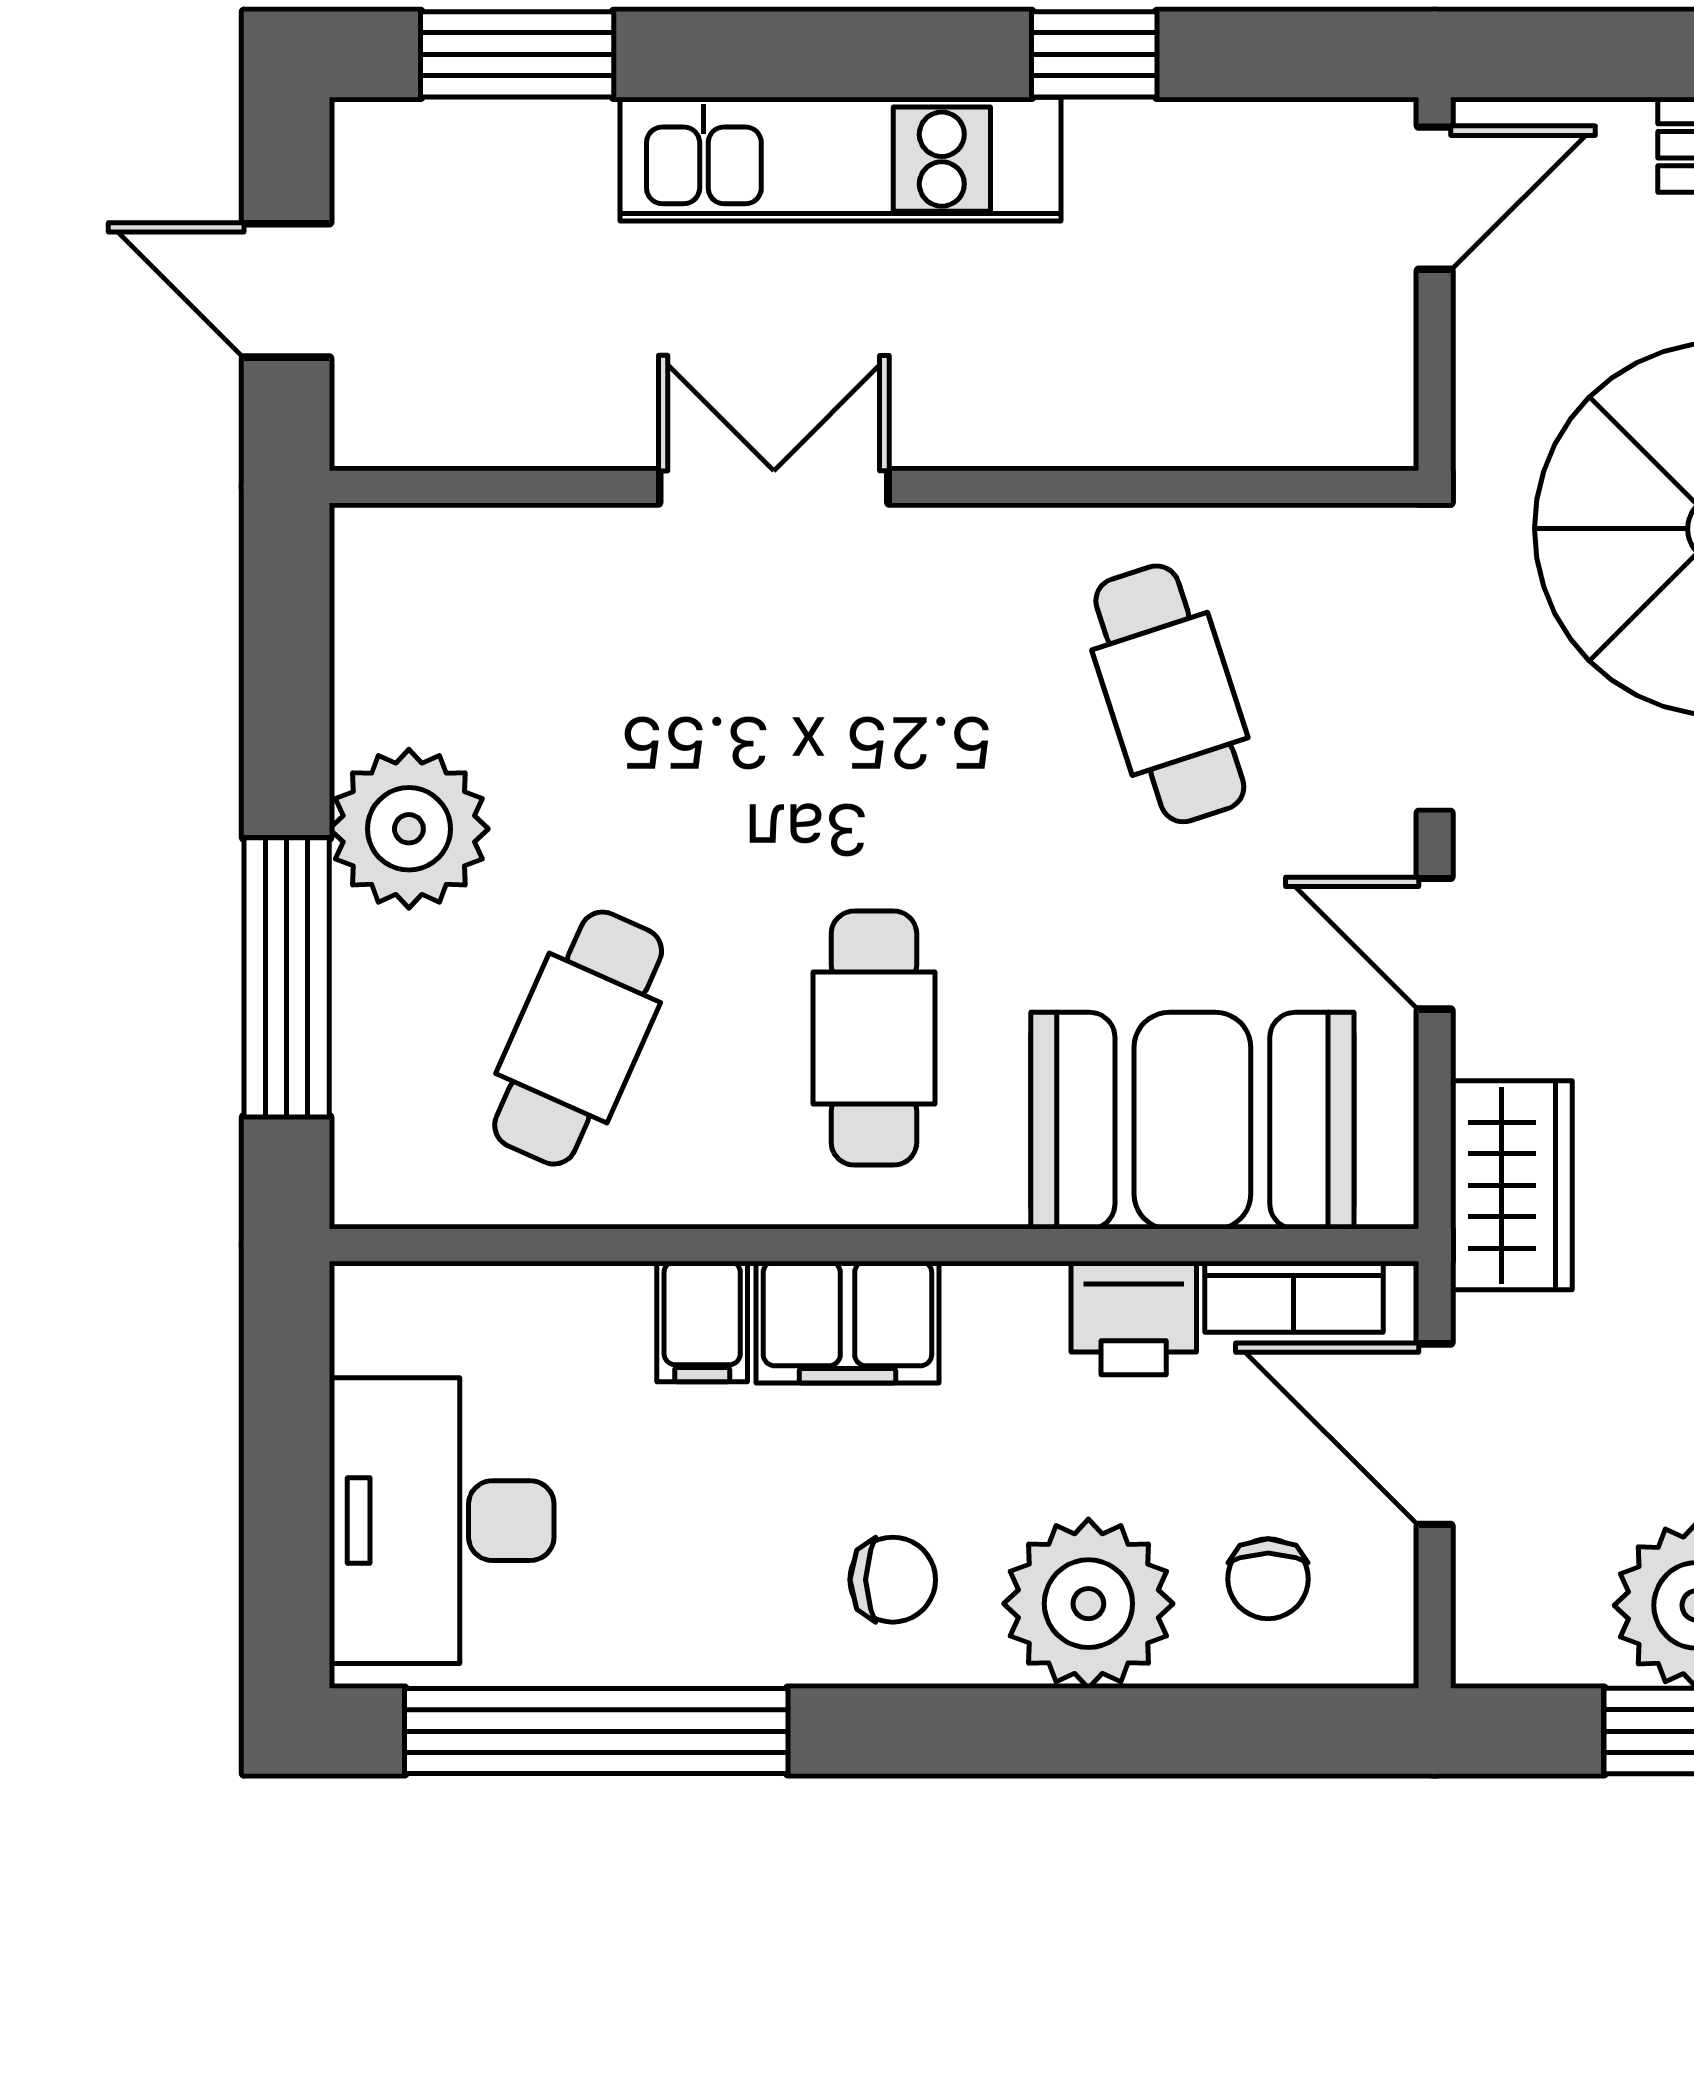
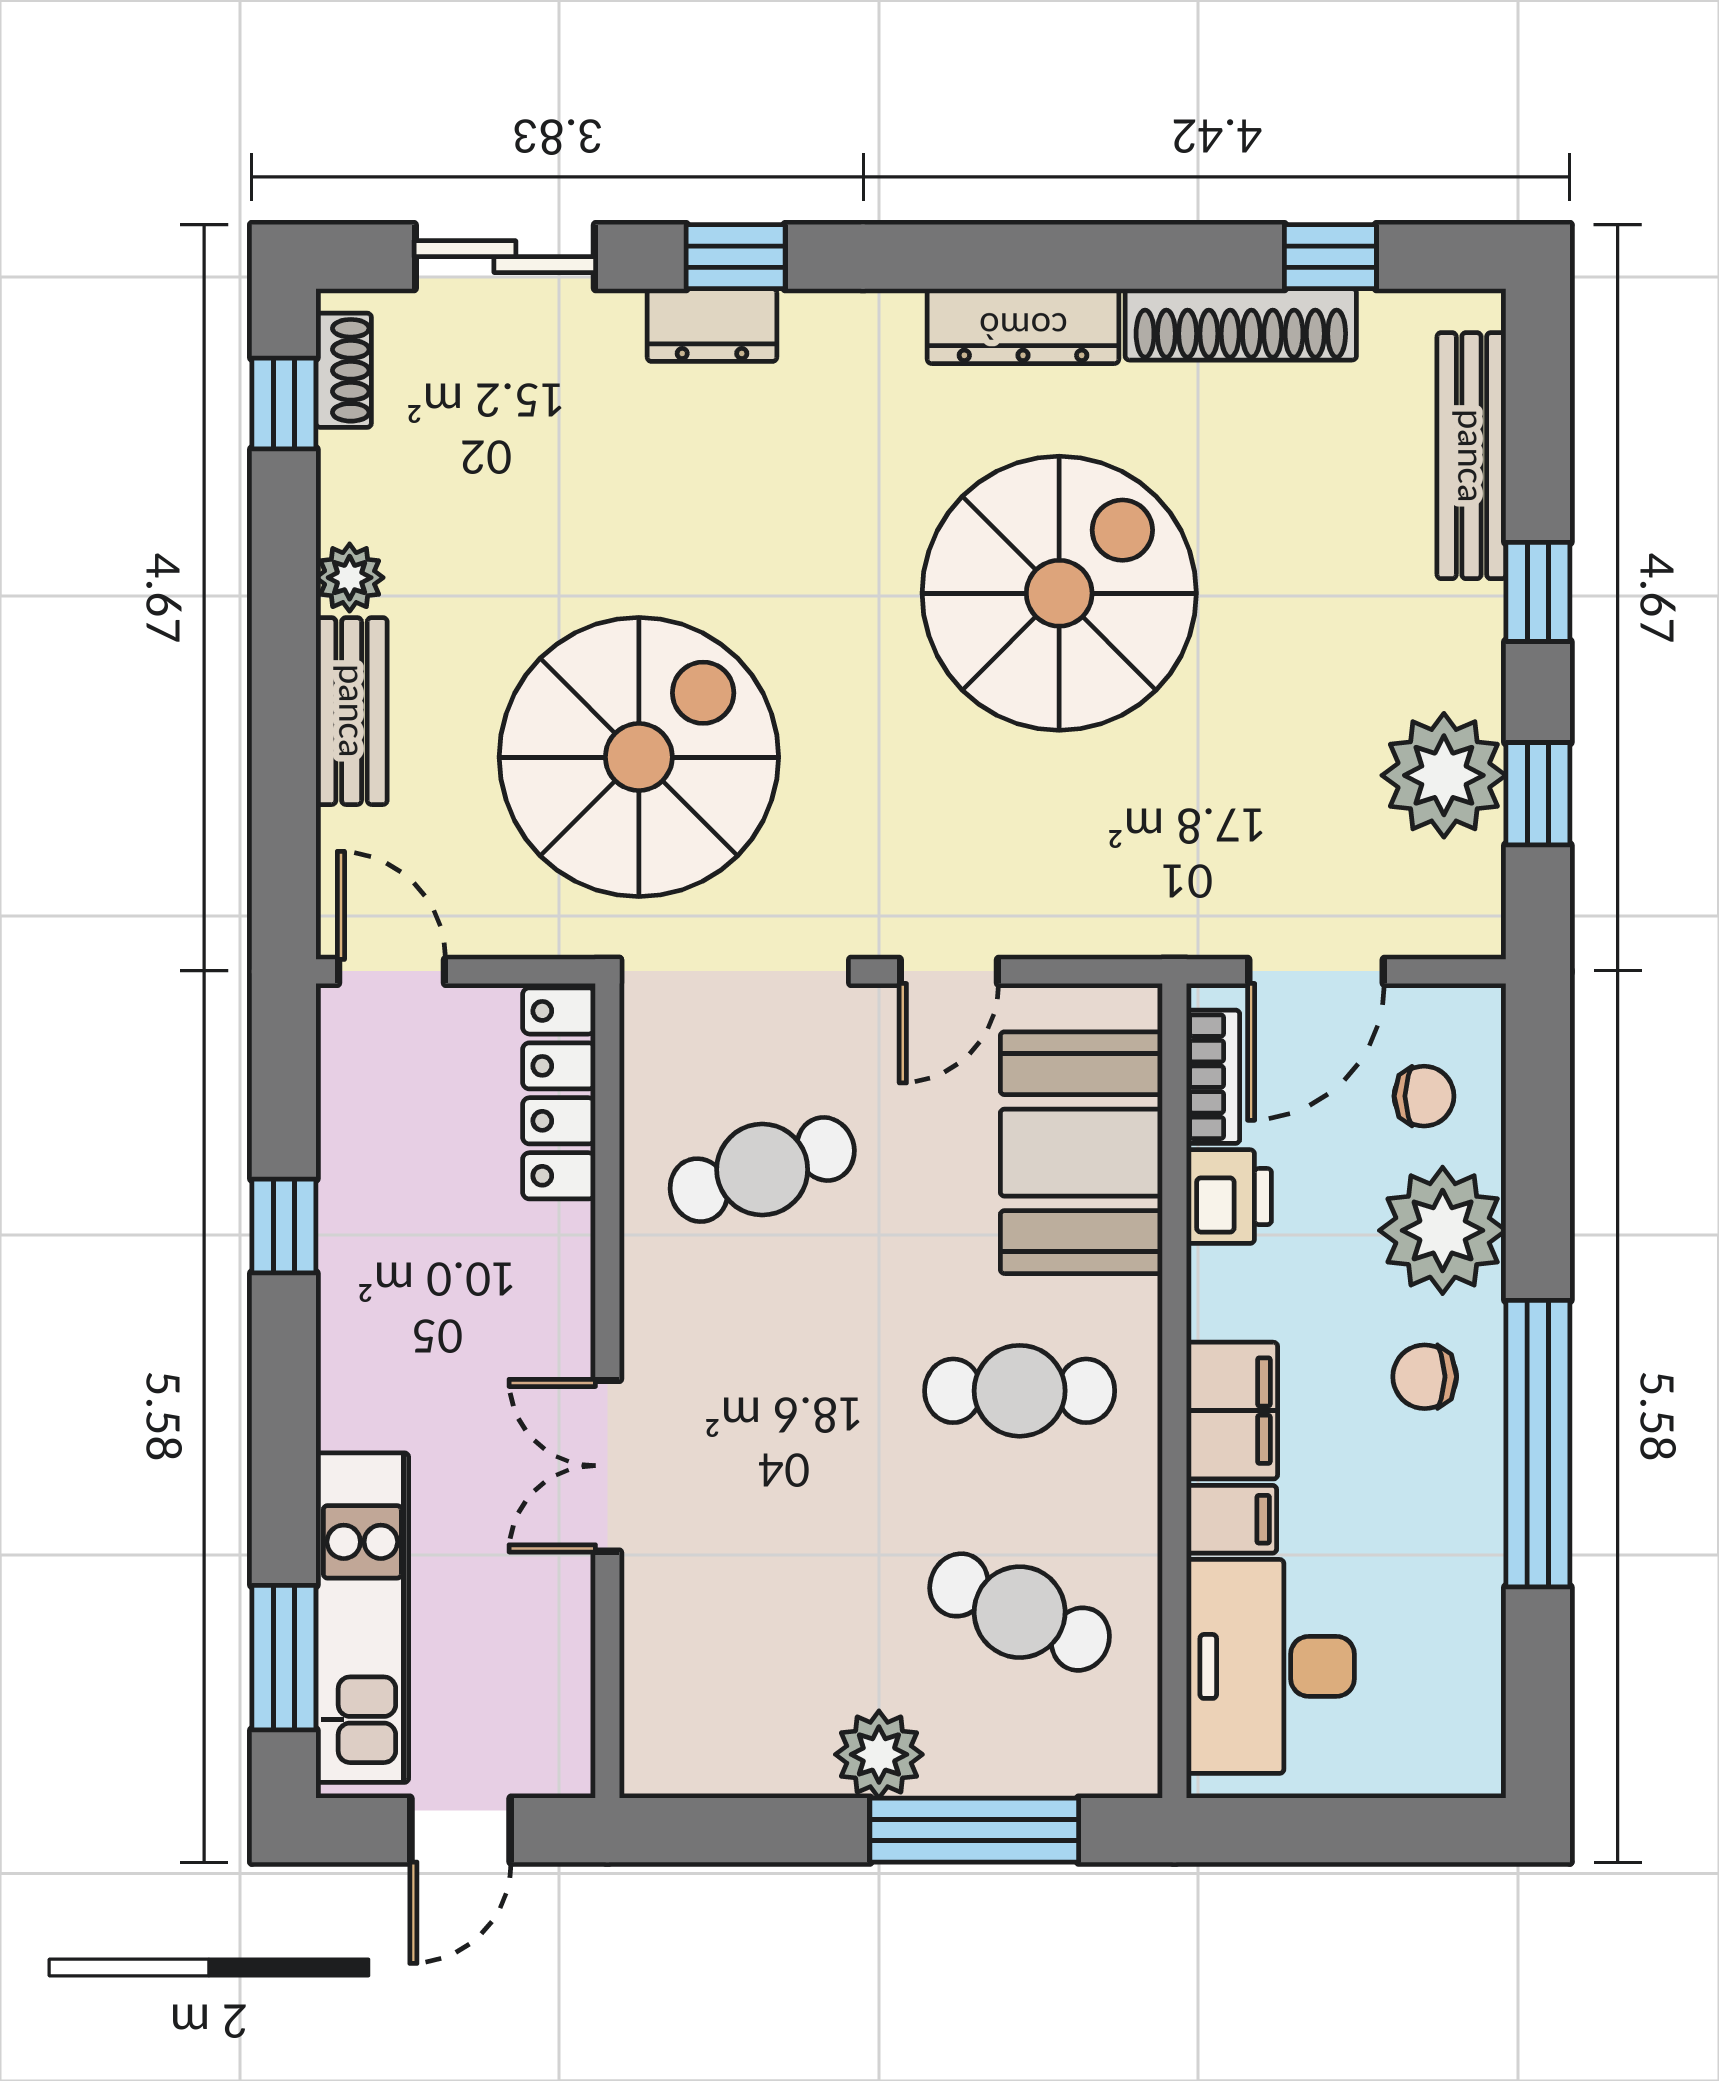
kitchen unit: (840, 159) -> (362, 1618), moved
locker: (1272, 422) -> (559, 1093), added
plant: (409, 829) -> (879, 1754), width x0.73, depth x0.73
wardrobe: (1511, 1185) -> (1130, 914), removed
desk: (442, 1521) -> (1270, 1666), moved, turned 90
chair: (893, 1580) -> (1425, 1377), turned -90
window: (596, 1731) -> (1538, 1444), moved

